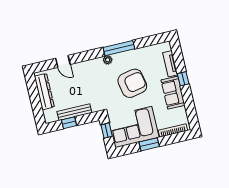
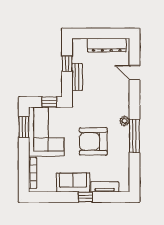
door: (63, 61) -> (134, 73), hinge flipped
armchair: (132, 83) -> (93, 141), turned 101
bench: (74, 112) -> (77, 77), width x0.73
window: (149, 144) -> (24, 127), moved

